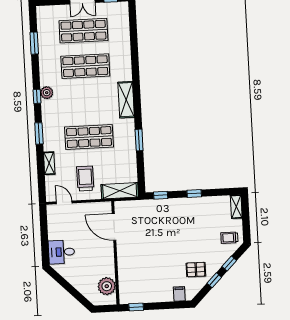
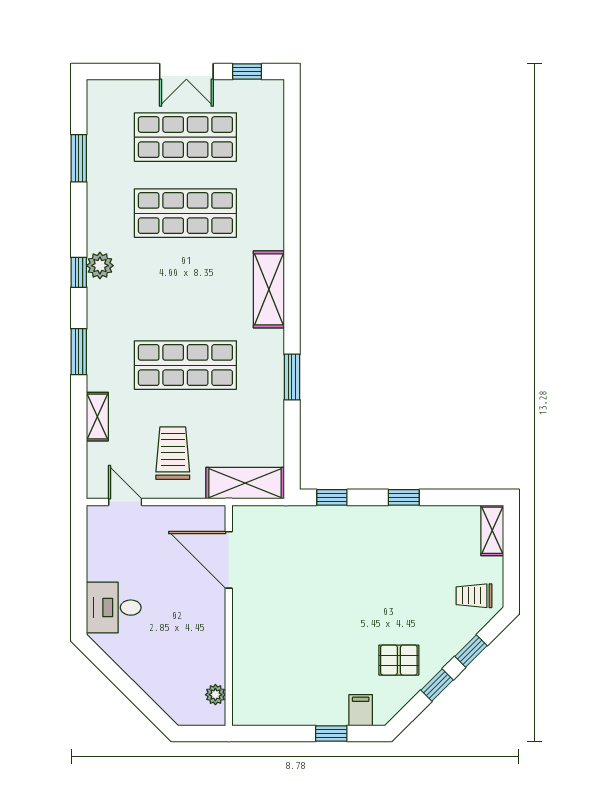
plant: (107, 286) -> (215, 695), width x0.53, depth x0.53
window: (136, 307) -> (331, 733), moved

